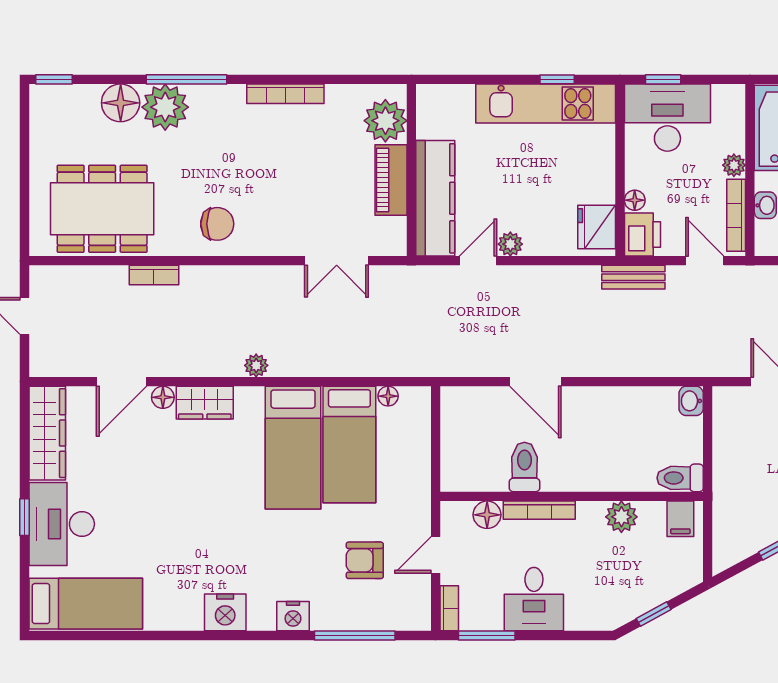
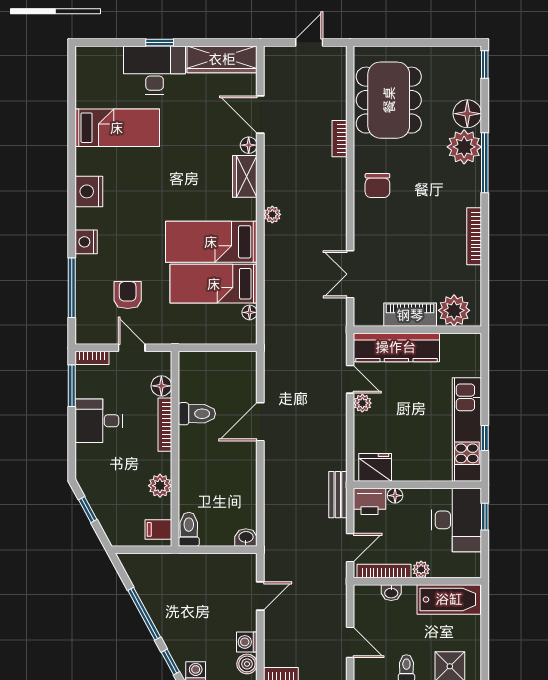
bed: (86, 604) -> (117, 128), moved, turned -90

